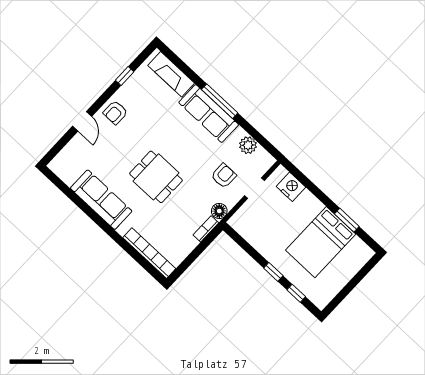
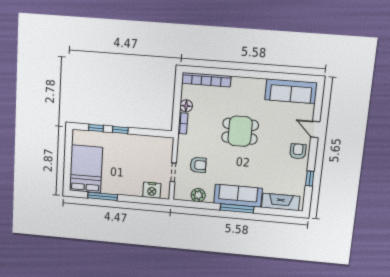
armchair: (224, 176) -> (198, 165), turned -90
sofa: (101, 200) -> (291, 91), moved
floor lamp: (219, 211) -> (186, 106), moved
window: (347, 220) -> (102, 196), width x1.44
bed: (321, 242) -> (86, 169), moved

